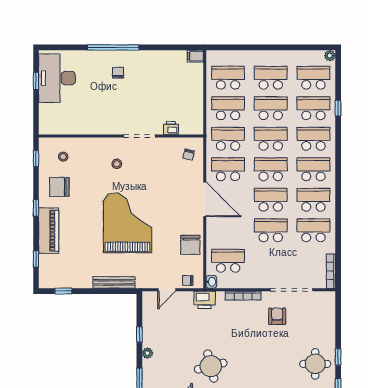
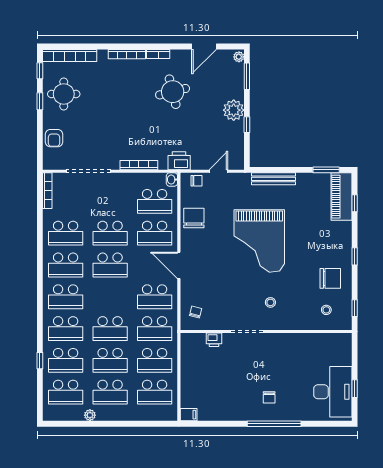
plant: (330, 56) -> (90, 415), moved
school desk: (271, 169) -> (155, 233), moved
door: (205, 199) -> (179, 265), width x0.73
piano: (49, 231) -> (341, 197), moved
window: (63, 291) -> (326, 170), width x1.50
armchair: (277, 316) -> (54, 138), moved
plant: (147, 353) -> (234, 110), width x1.88, depth x1.88

